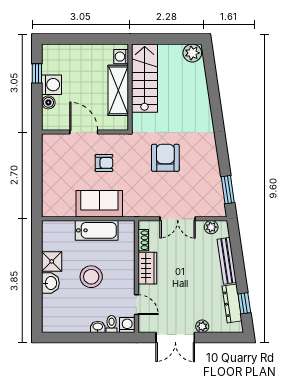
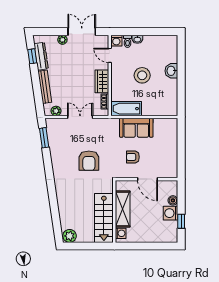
bathtub: (97, 230) -> (126, 109), moved
shower: (52, 261) -> (171, 86), removed

